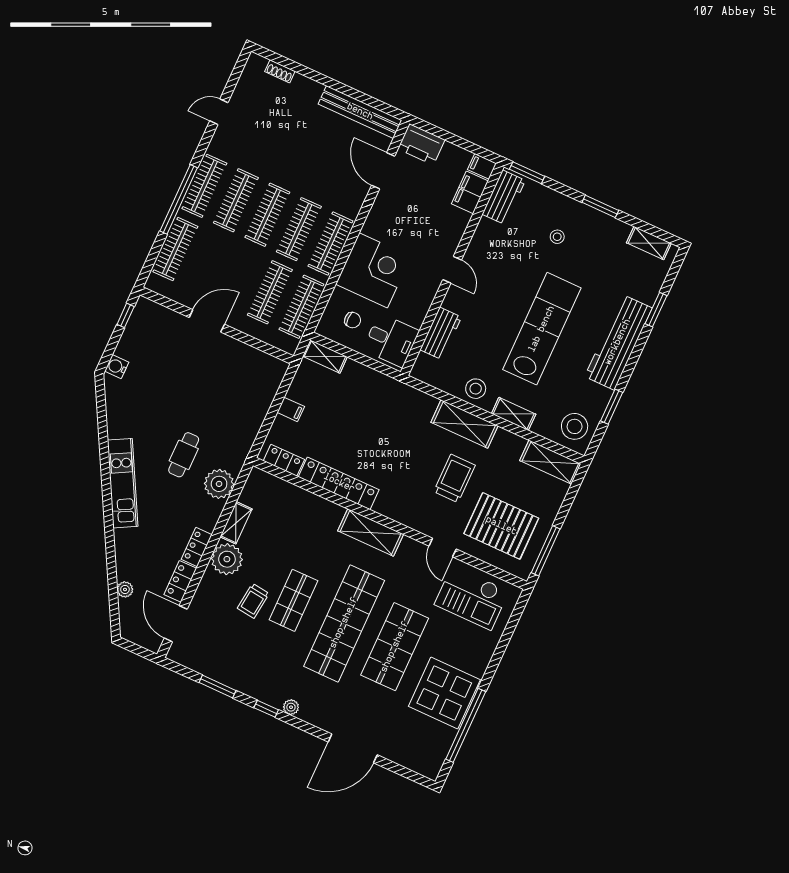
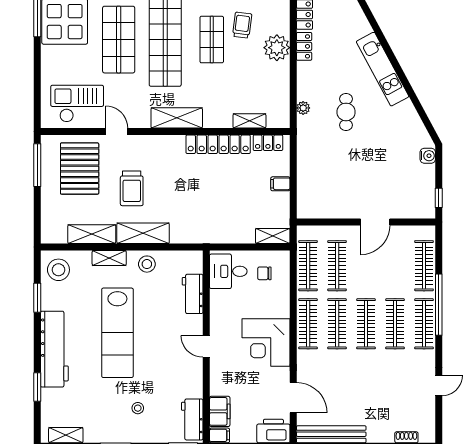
corner desk: (373, 270) -> (266, 343), moved
shelving: (550, 462) -> (92, 234), moved
plant: (219, 484) -> (303, 108), width x0.53, depth x0.53
shelving: (236, 523) -> (249, 121), moved, turned 90
pallet: (501, 526) -> (80, 169), turned 90

